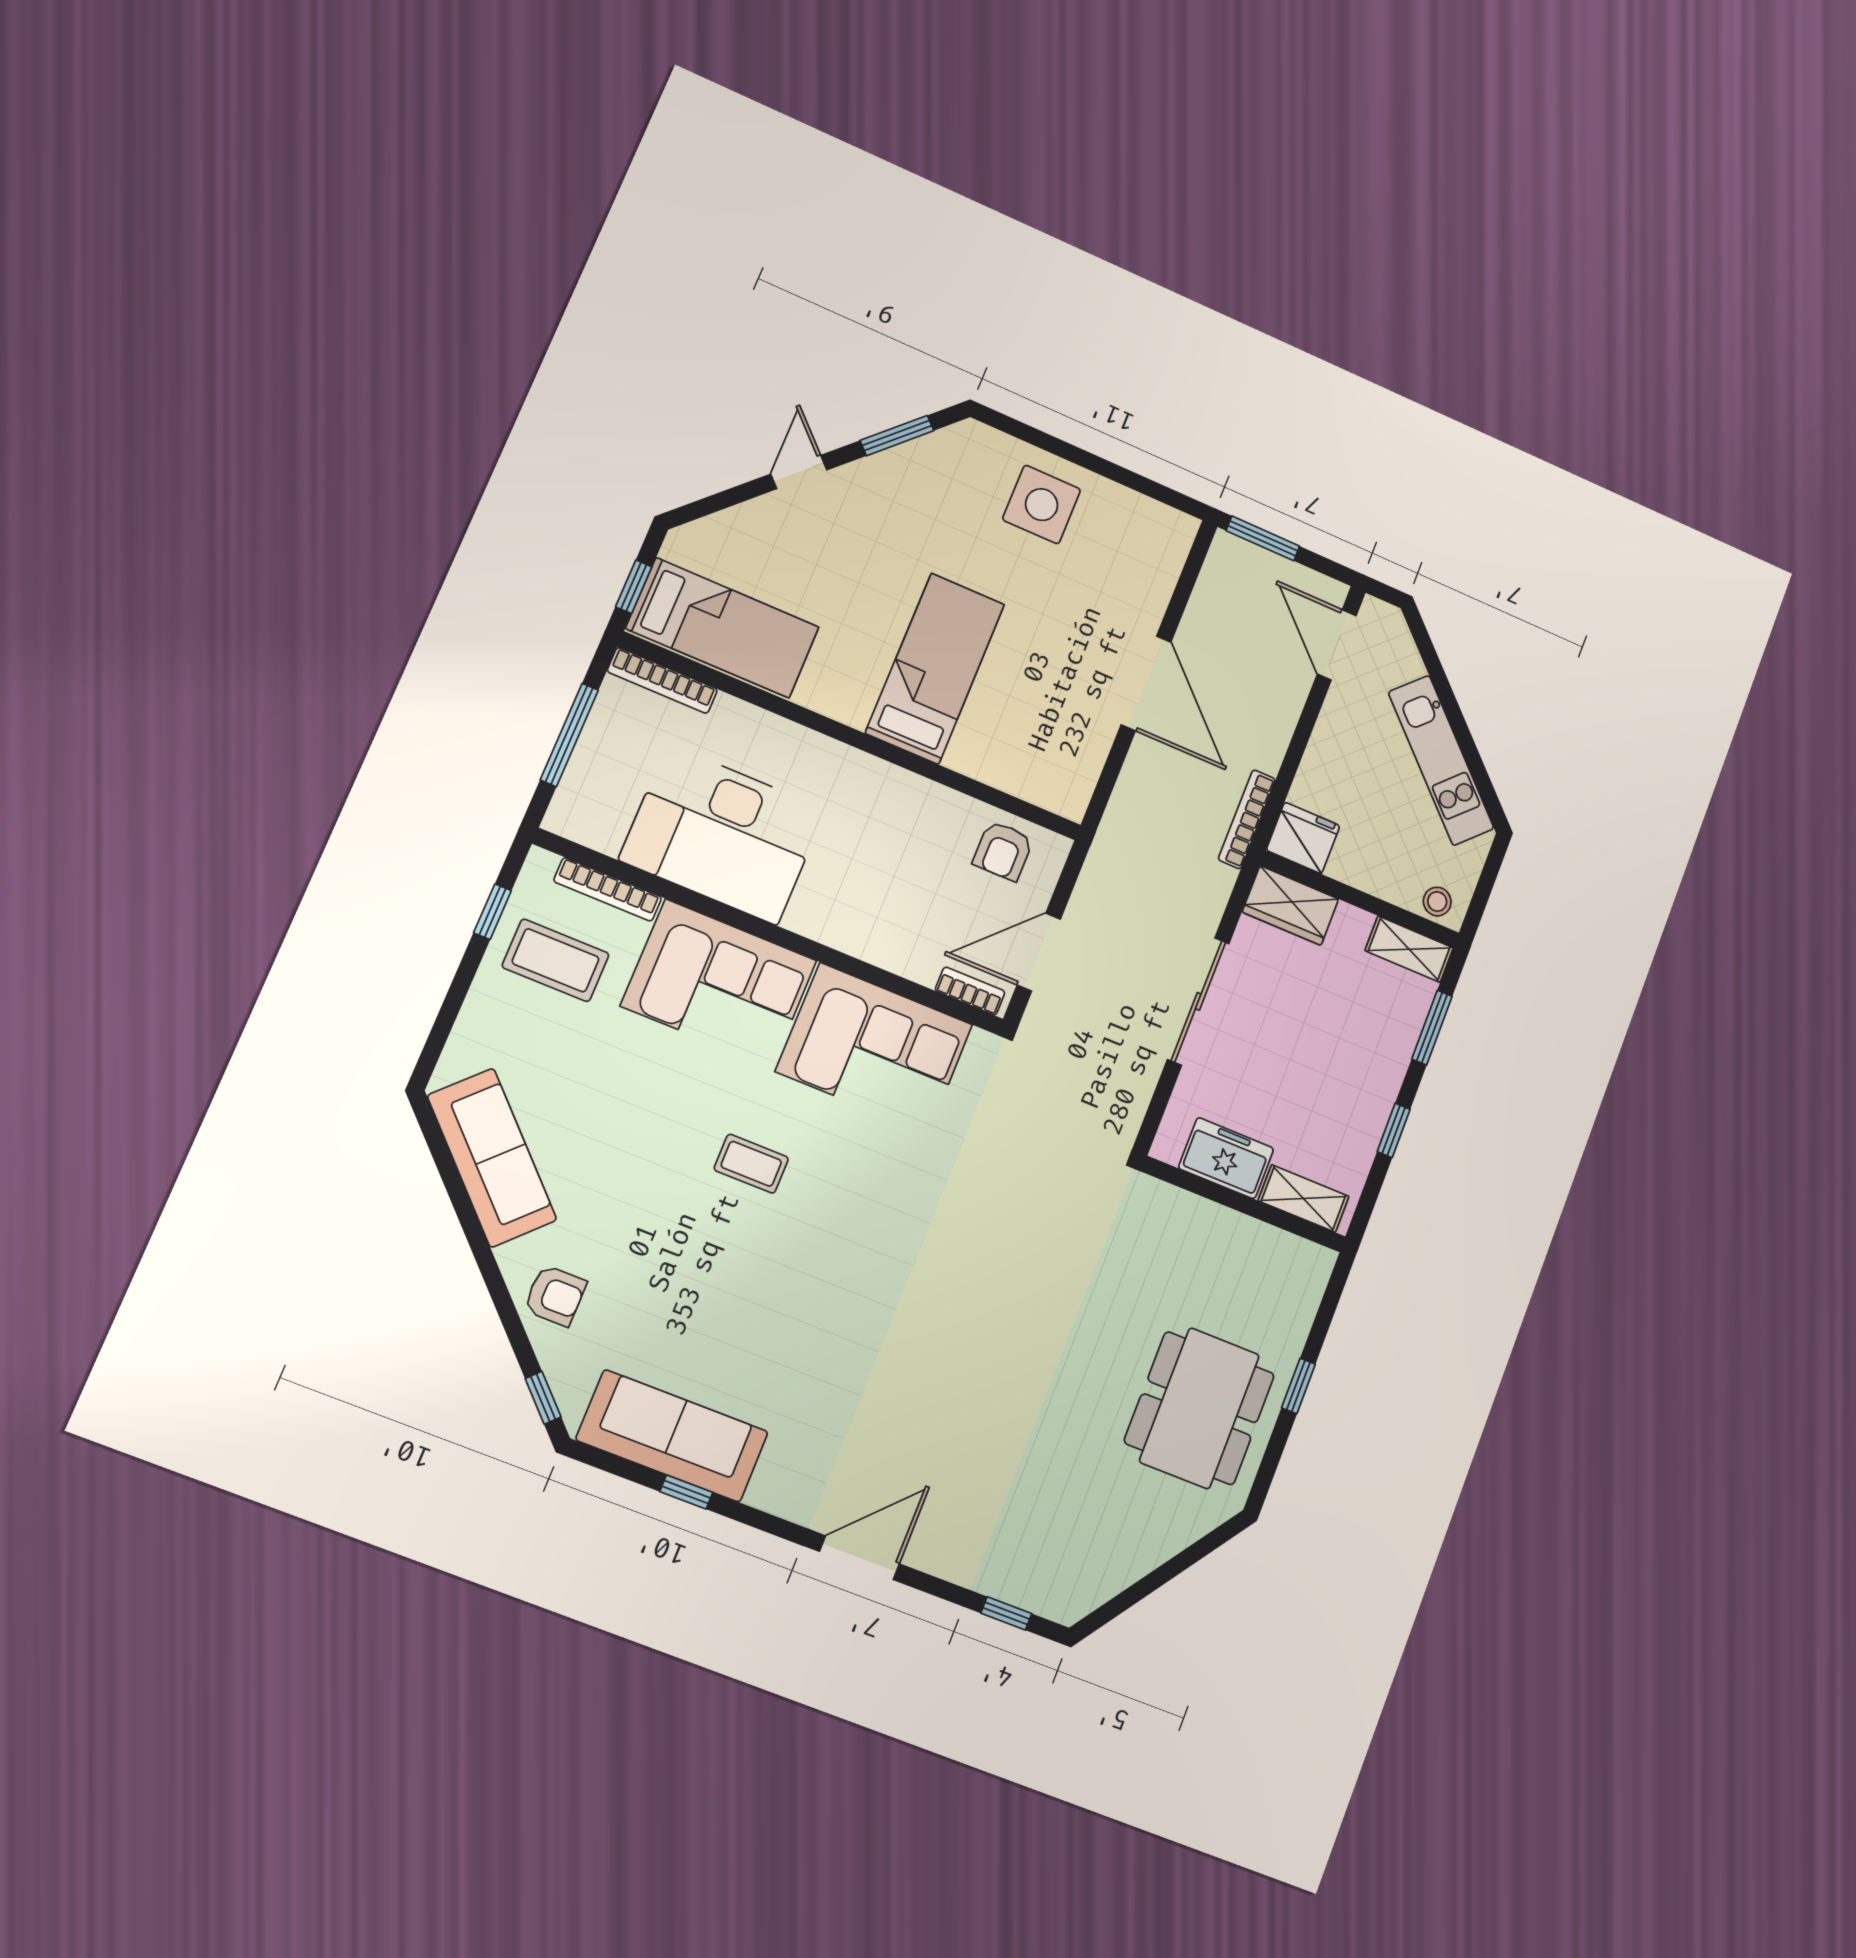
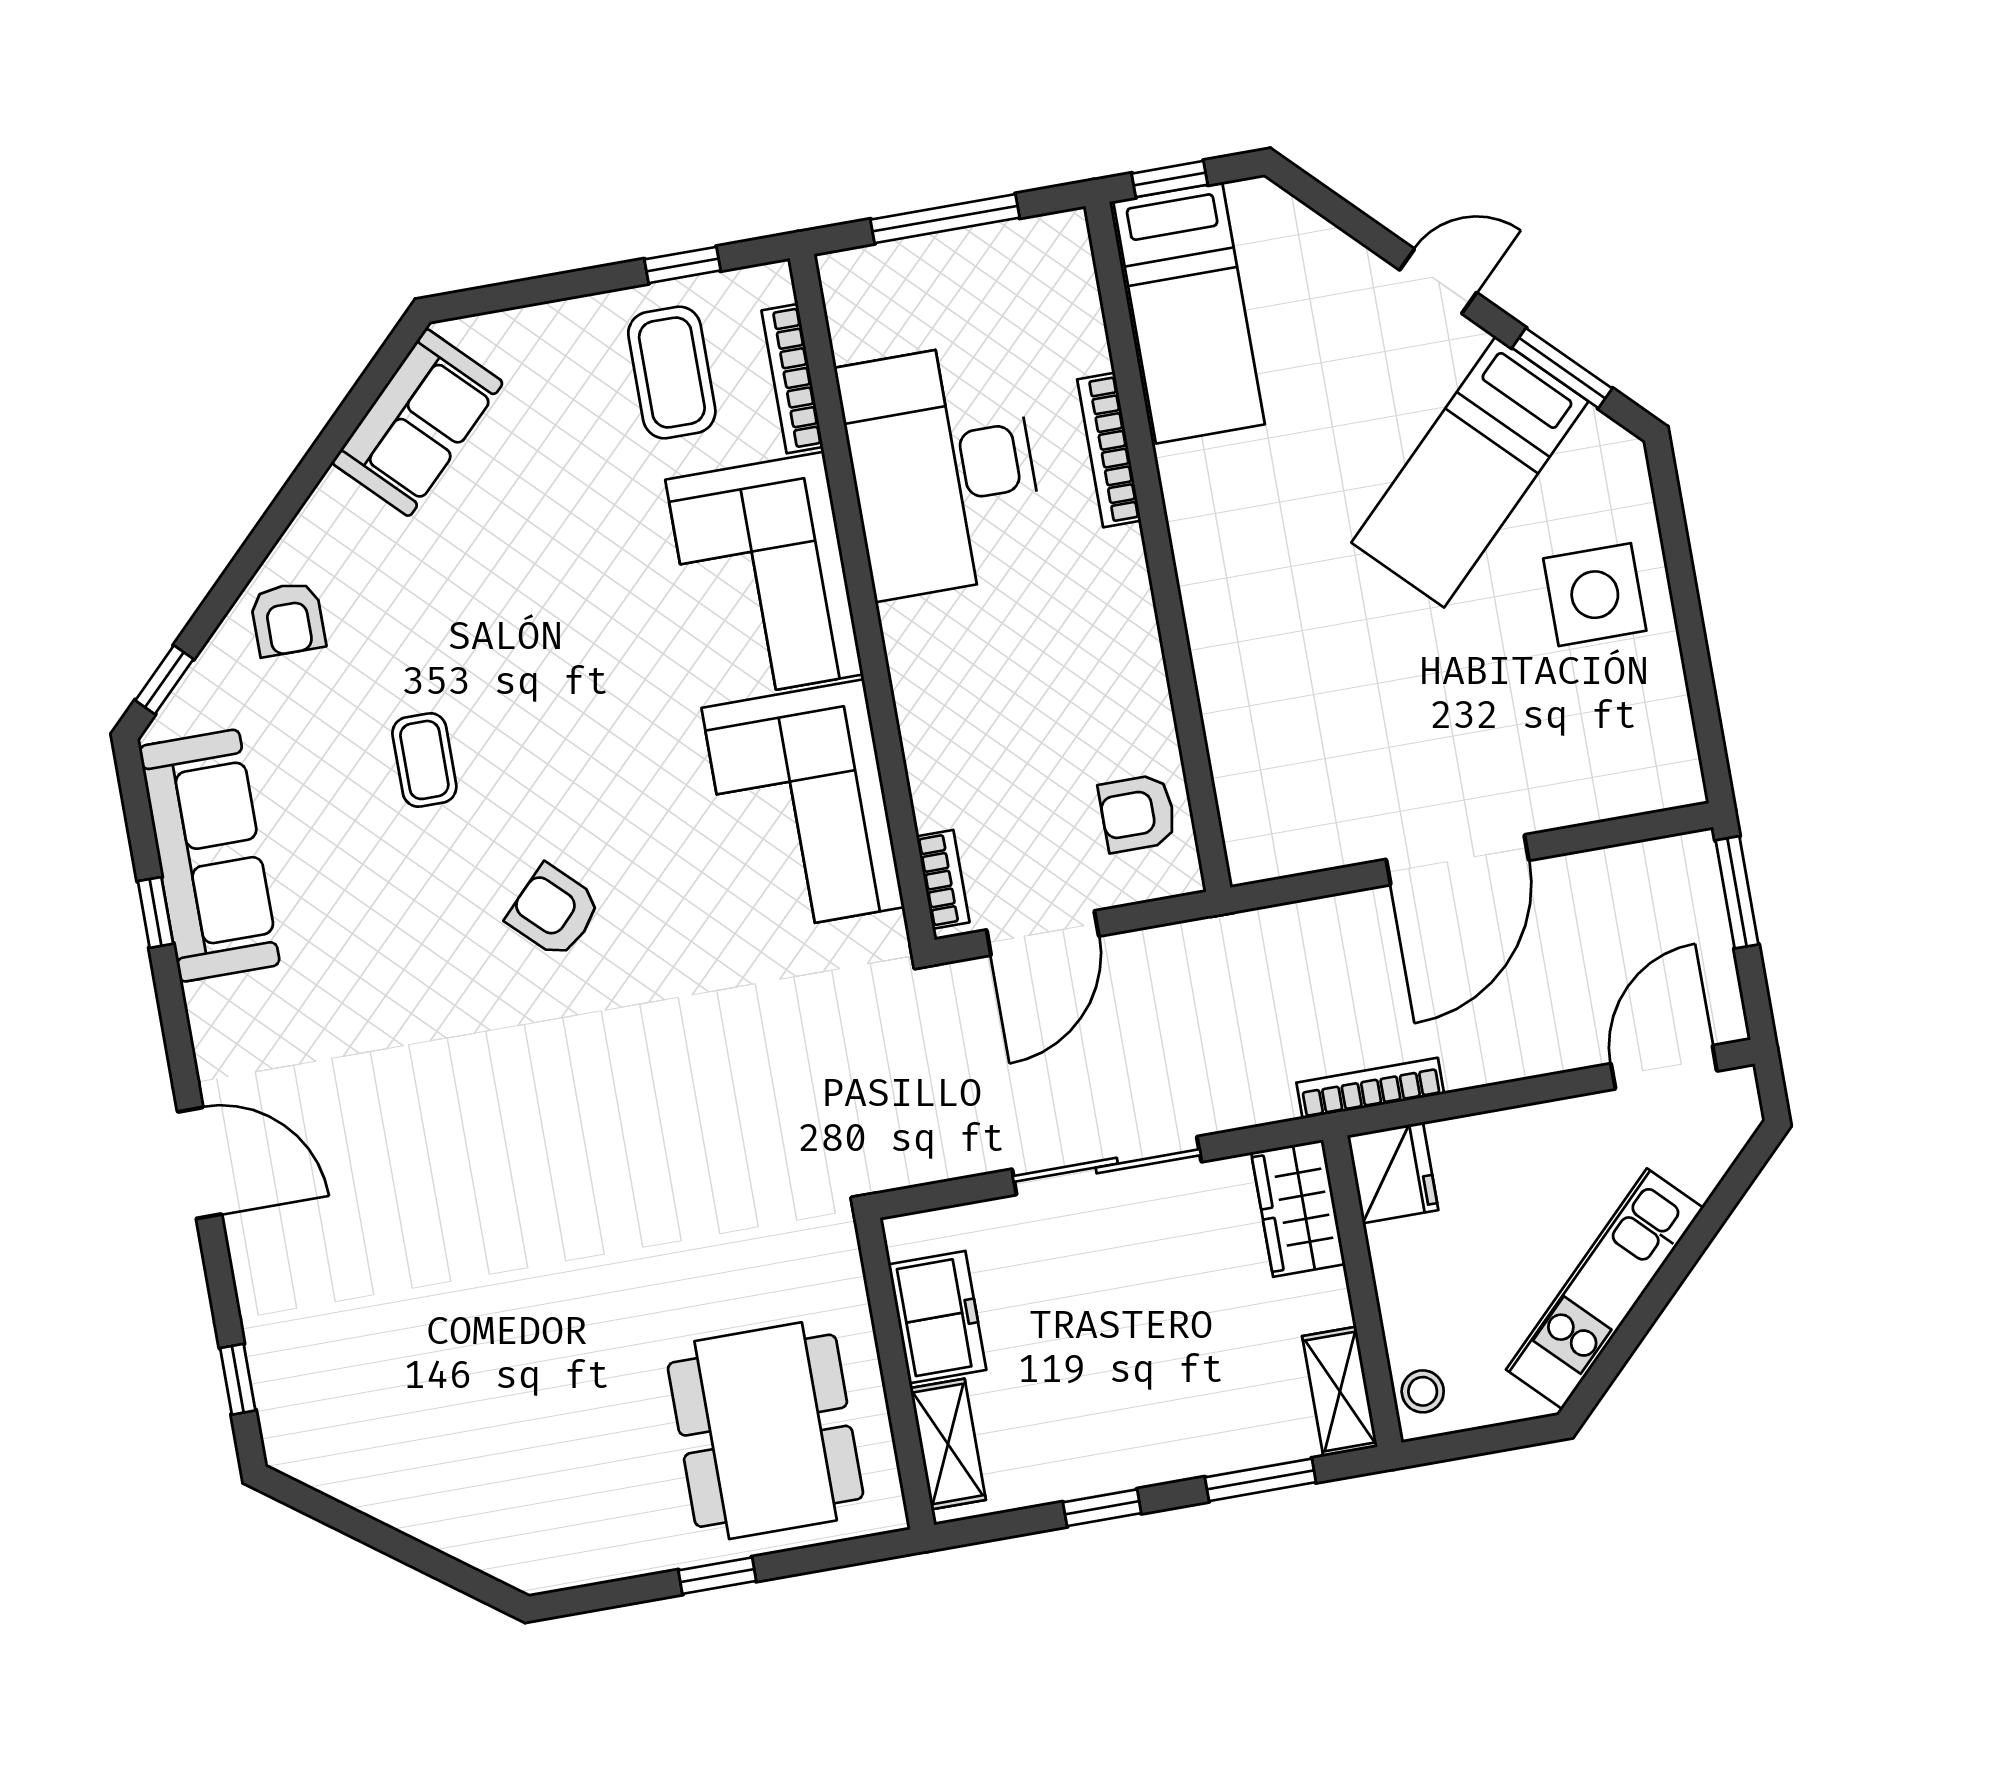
bed: (935, 669) -> (1470, 472), moved, turned 135
bookcase: (662, 680) -> (1109, 450), moved
door: (1039, 952) -> (1043, 933), swing flipped
sofa: (492, 1158) -> (417, 422), width x0.73
coffee table: (751, 1164) -> (424, 760), moved
armchair: (842, 1240) -> (554, 911), added
dining table: (1199, 1408) -> (766, 1431), moved, turned 90

